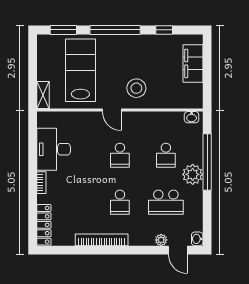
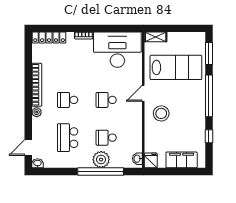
fridge: (194, 101) -> (151, 160), added
desk: (54, 149) -> (117, 50), width x1.36, depth x1.30
plant: (193, 174) -> (101, 160), moved
plant: (161, 240) -> (37, 112), moved

